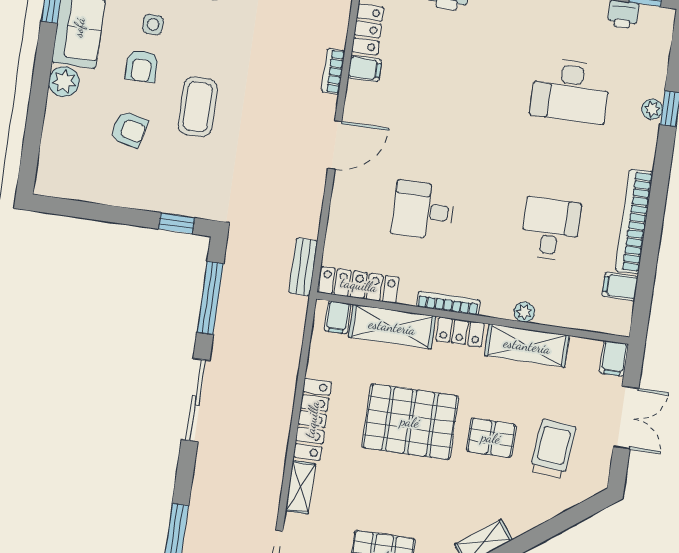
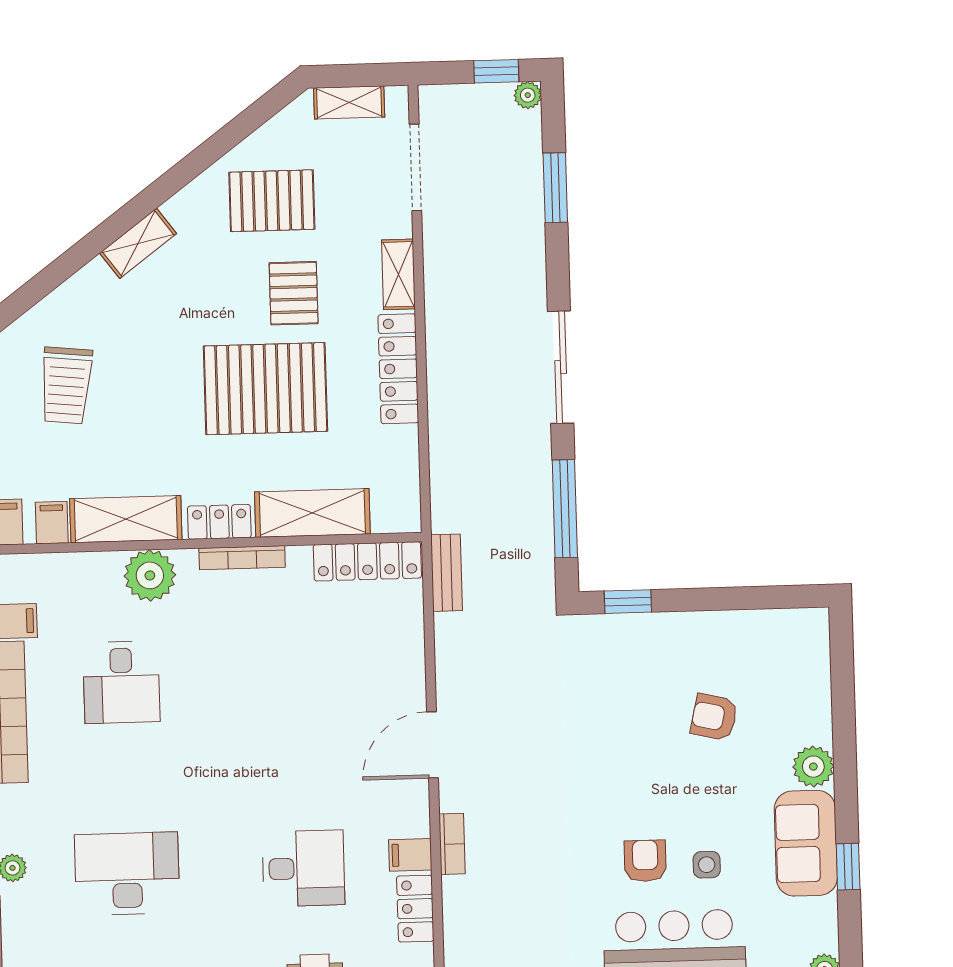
armchair: (142, 66) -> (645, 861), moved
coffee table: (198, 107) -> (627, 764), removed
desk: (423, 210) -> (303, 868), moved
plant: (524, 312) -> (150, 575), width x1.88, depth x1.88
filing cabinet: (338, 317) -> (52, 523), moved
pallet: (491, 438) -> (294, 293), moved, turned 90

